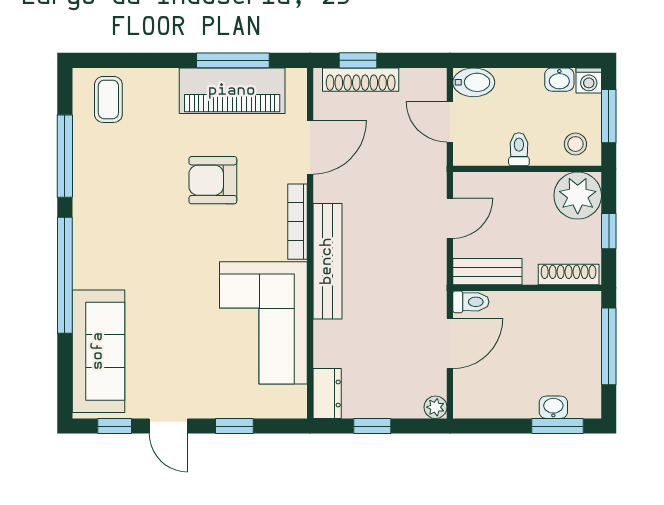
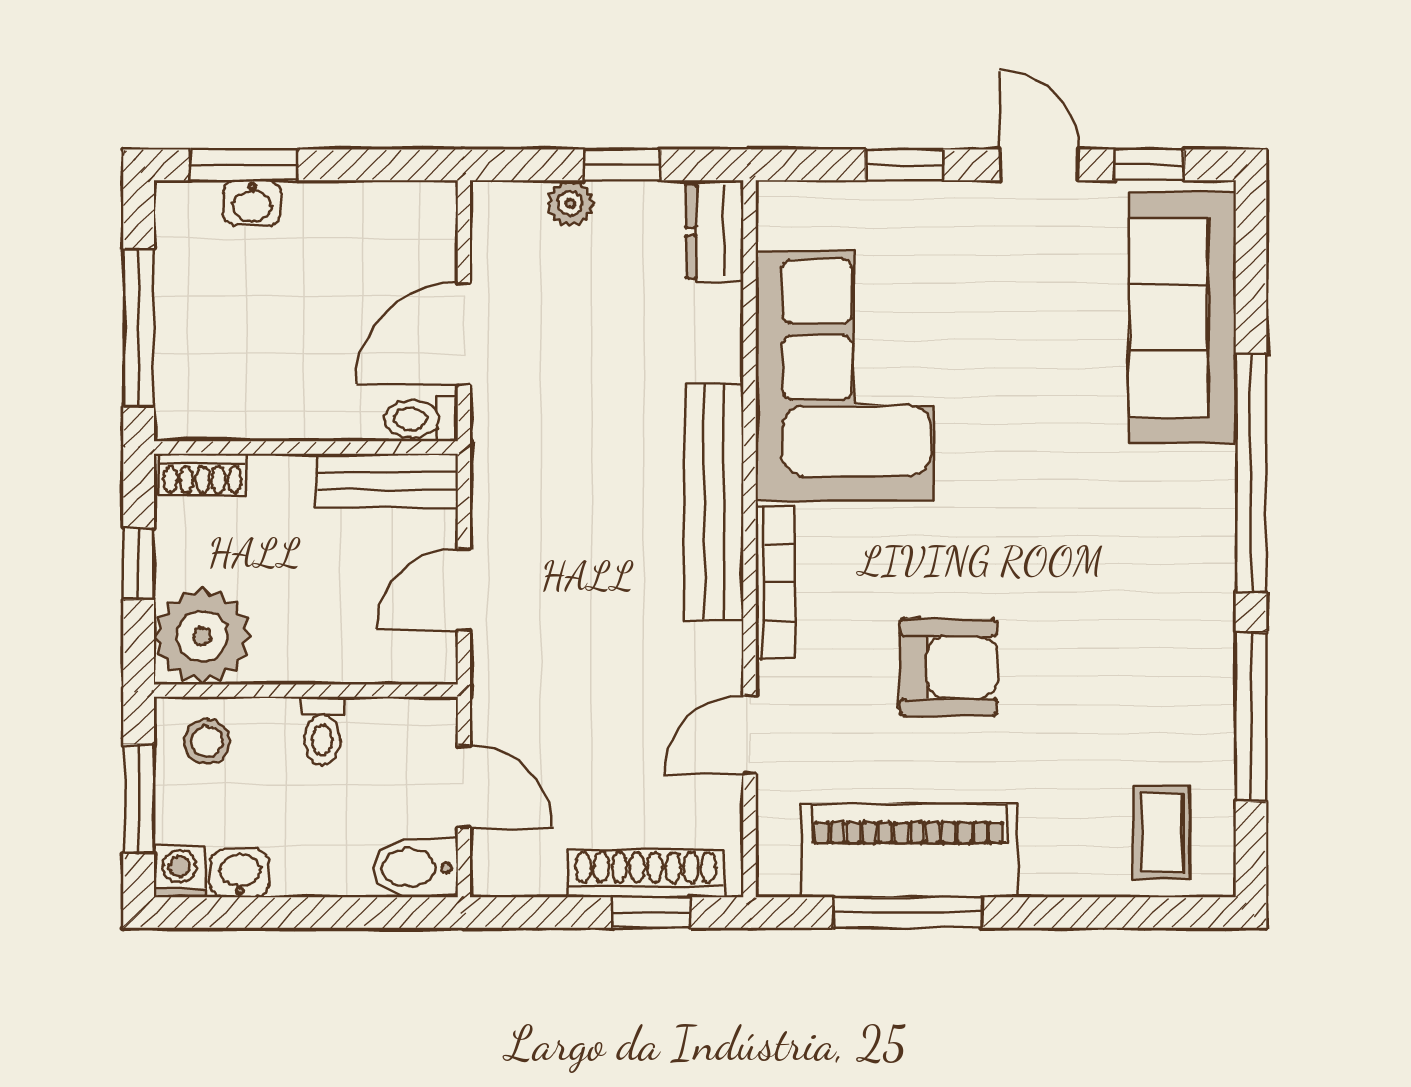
door: (310, 147) -> (750, 735), width x0.73
shoe rack: (569, 275) -> (202, 475), width x0.70
plant: (435, 407) -> (571, 203), moved

